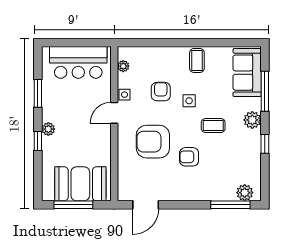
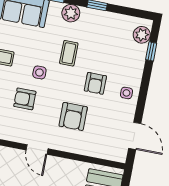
side table: (125, 95) -> (126, 93), moved
armchair: (153, 142) -> (73, 116), width x0.73, depth x0.73
window: (230, 205) -> (151, 51), width x0.46

